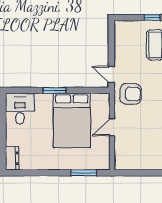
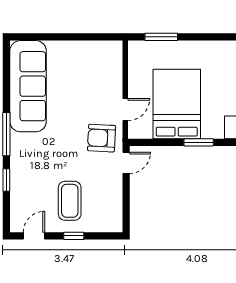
door: (111, 74) -> (126, 163), hinge flipped
door: (112, 127) -> (125, 110), moved

